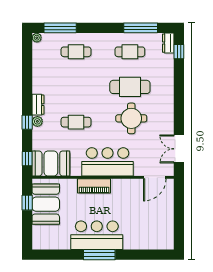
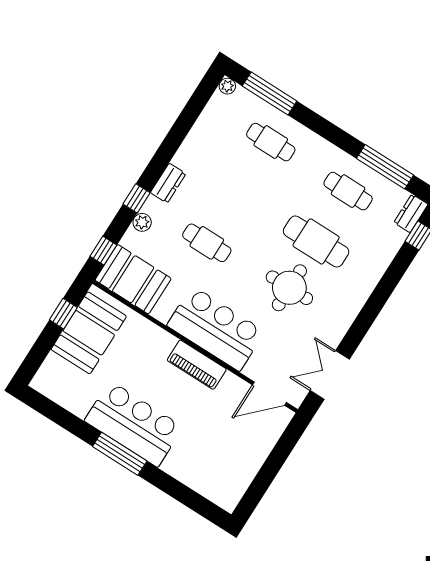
plant: (37, 121) -> (142, 222), moved
piano: (94, 186) -> (197, 365), moved

